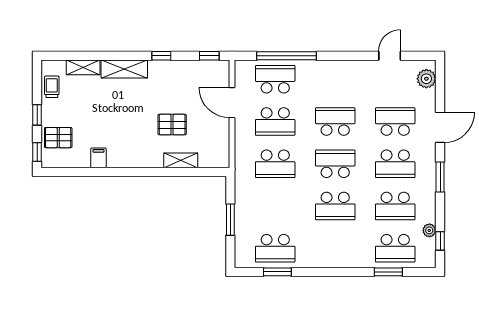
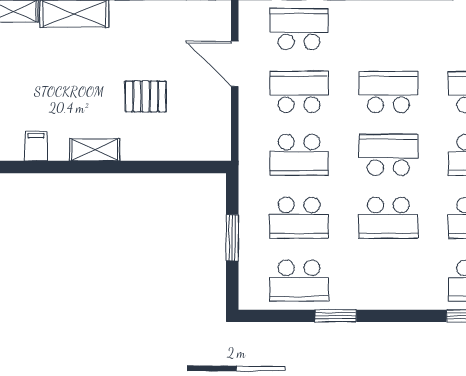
school desk: (275, 122) -> (299, 92), turned 180
shelving: (181, 160) -> (95, 150), moved
school desk: (275, 206) -> (299, 218), added
window: (277, 272) -> (336, 316), moved

